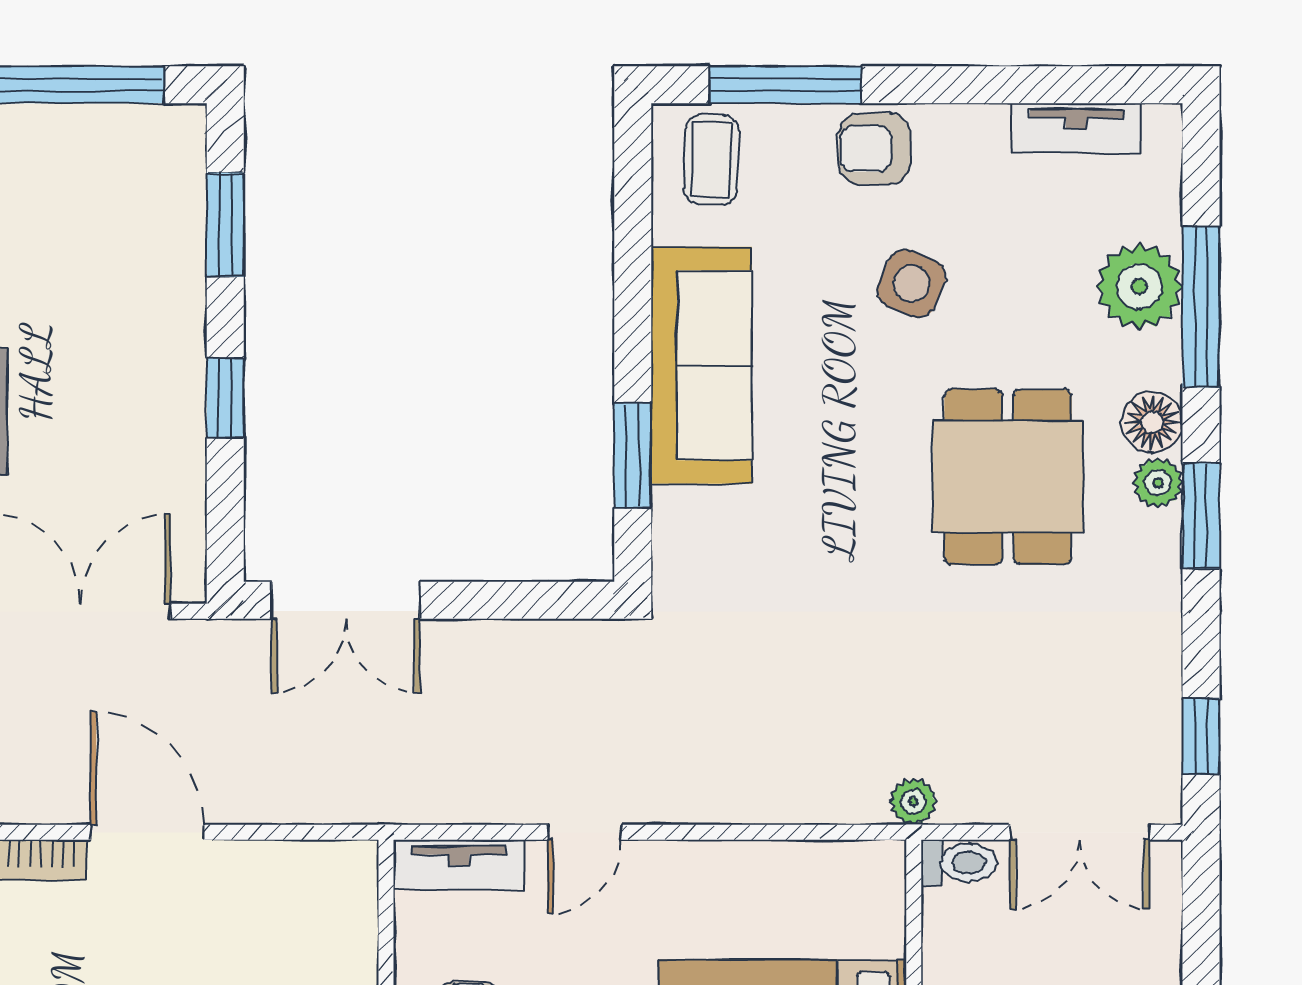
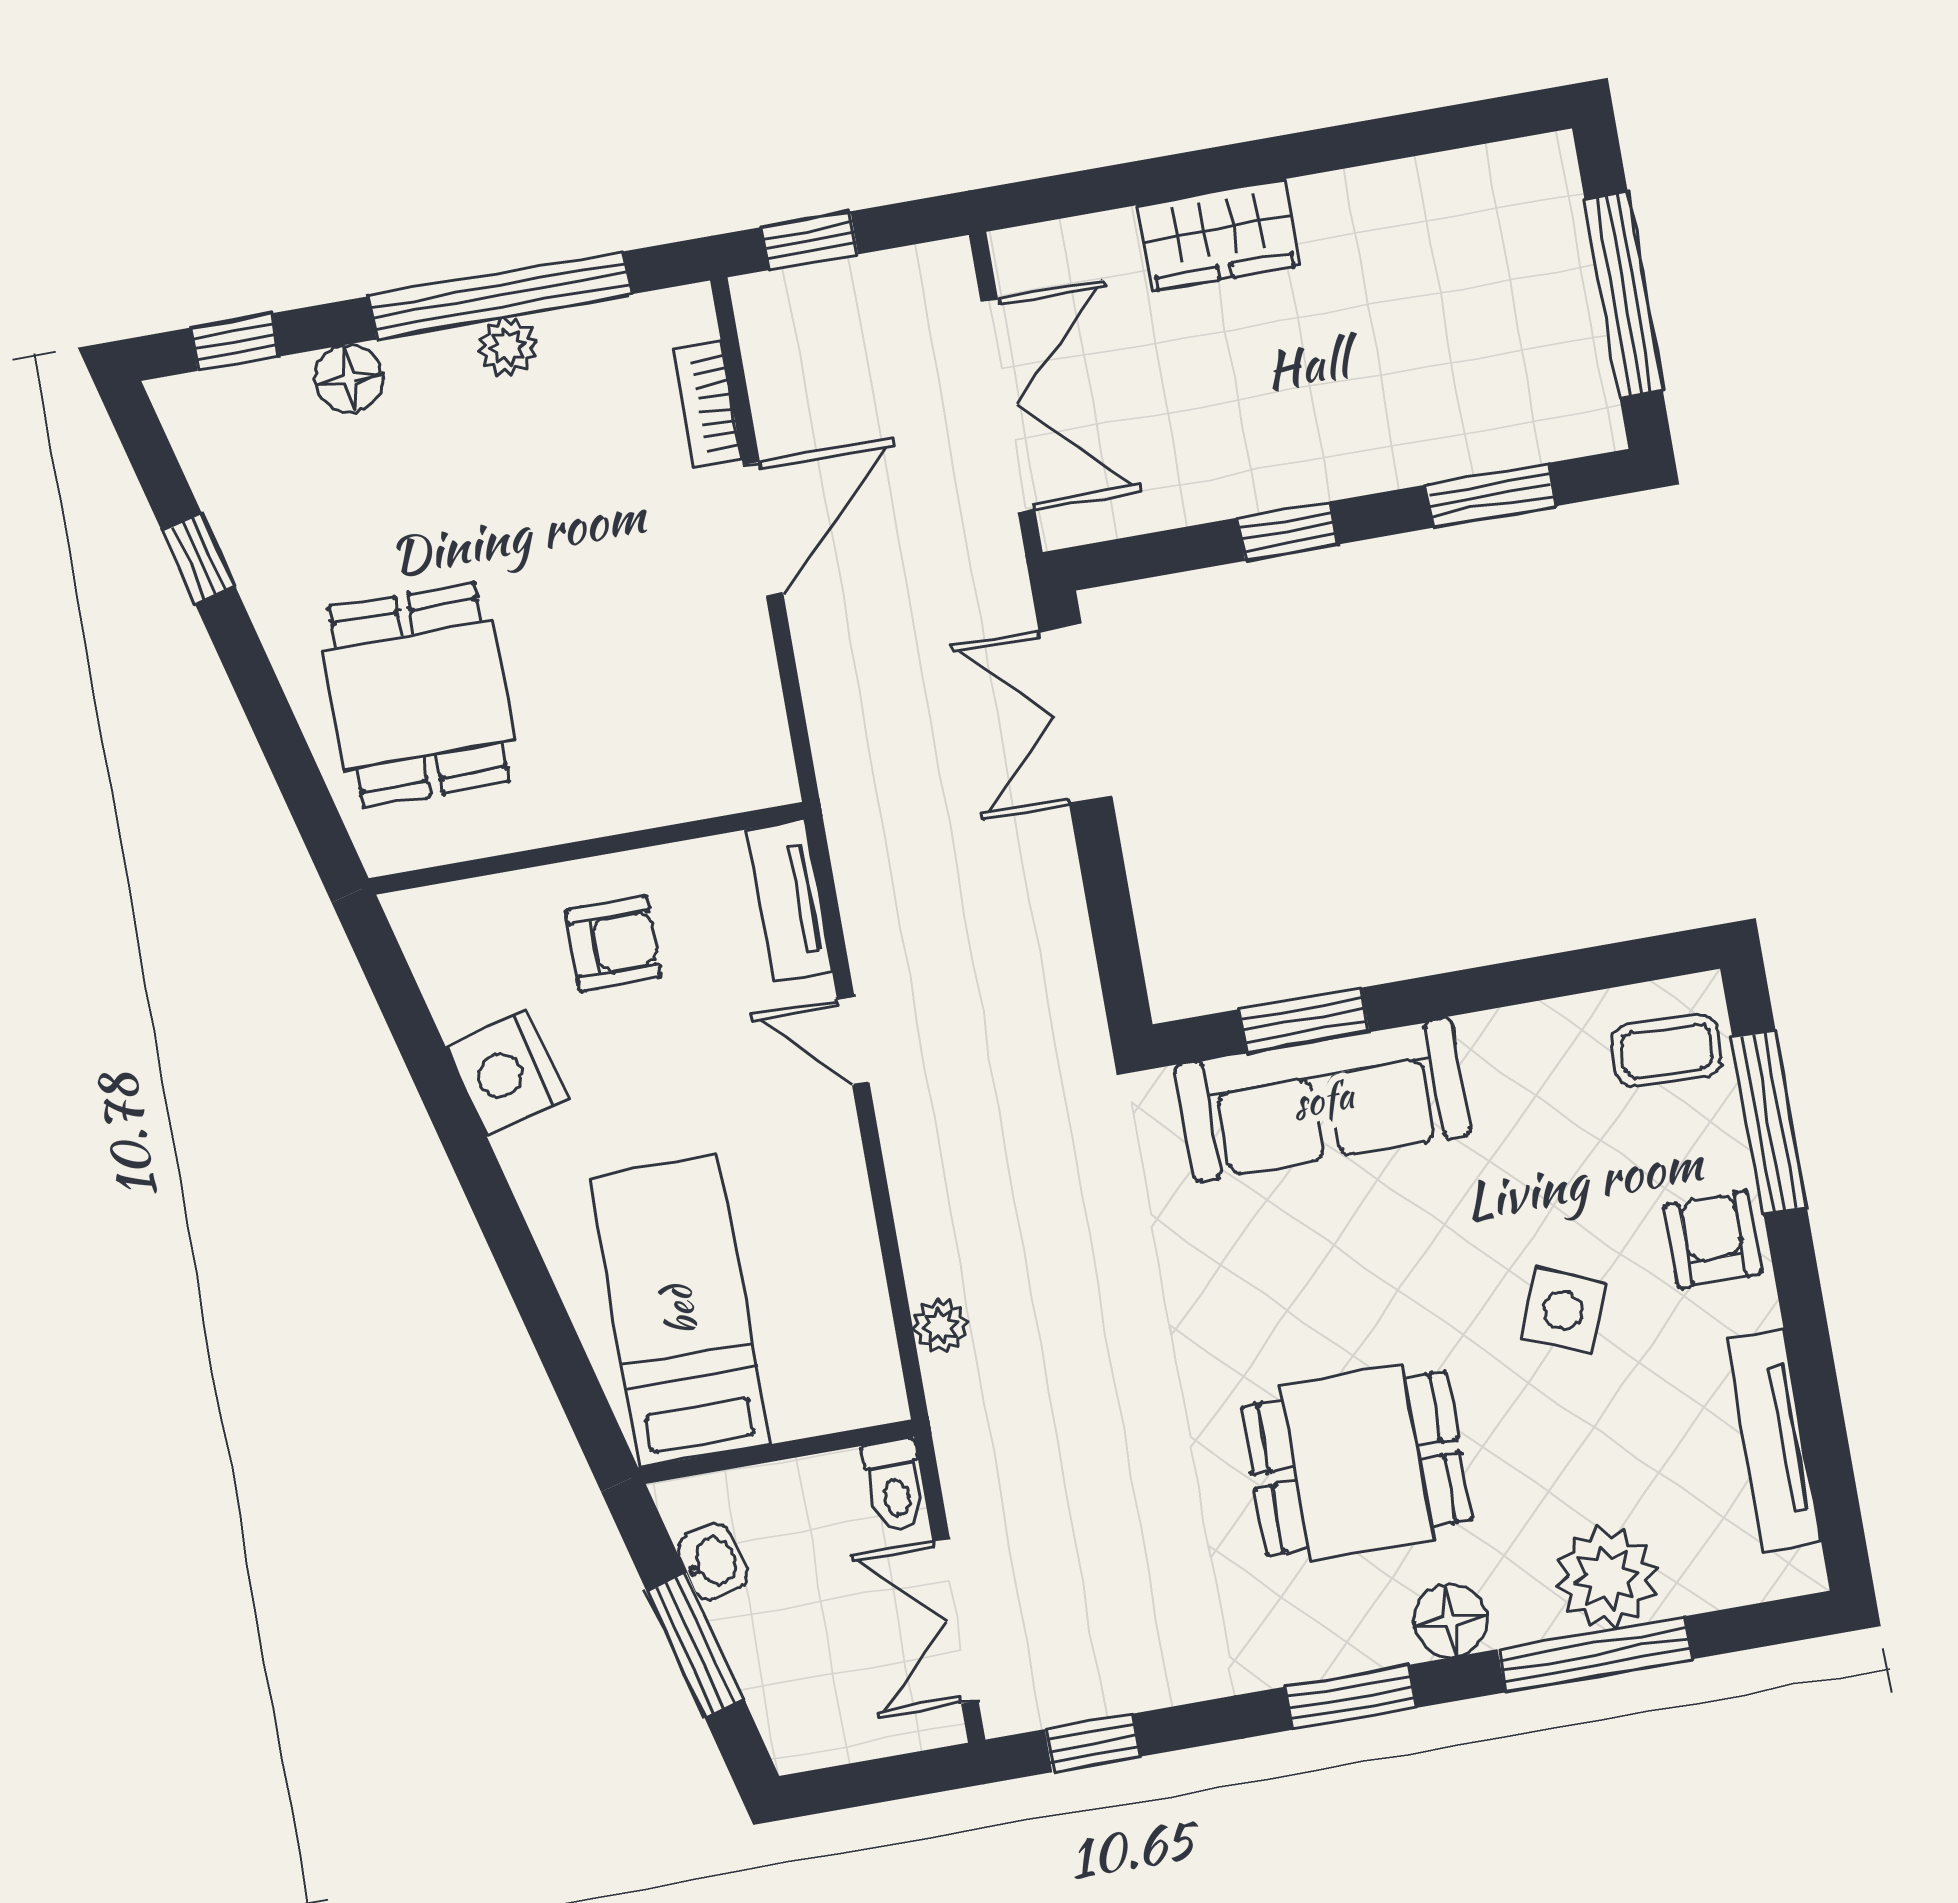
tv unit: (1076, 128) -> (1774, 1440), width x1.41
sofa: (701, 365) -> (1323, 1099), moved
plant: (1158, 483) -> (1381, 1640), removed
plant: (913, 802) -> (940, 1325), moved

